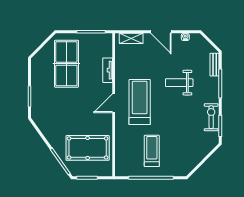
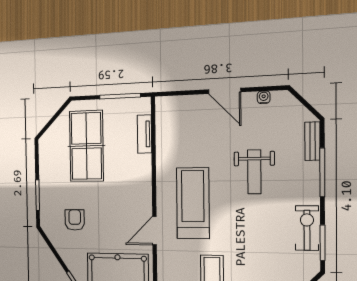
shelving: (131, 38) -> (179, 104), removed
tv unit: (108, 70) -> (144, 134), moved
weight bench: (179, 83) -> (254, 172), turned -90
door: (114, 103) -> (154, 231), moved
armchair: (57, 113) -> (75, 220), added

